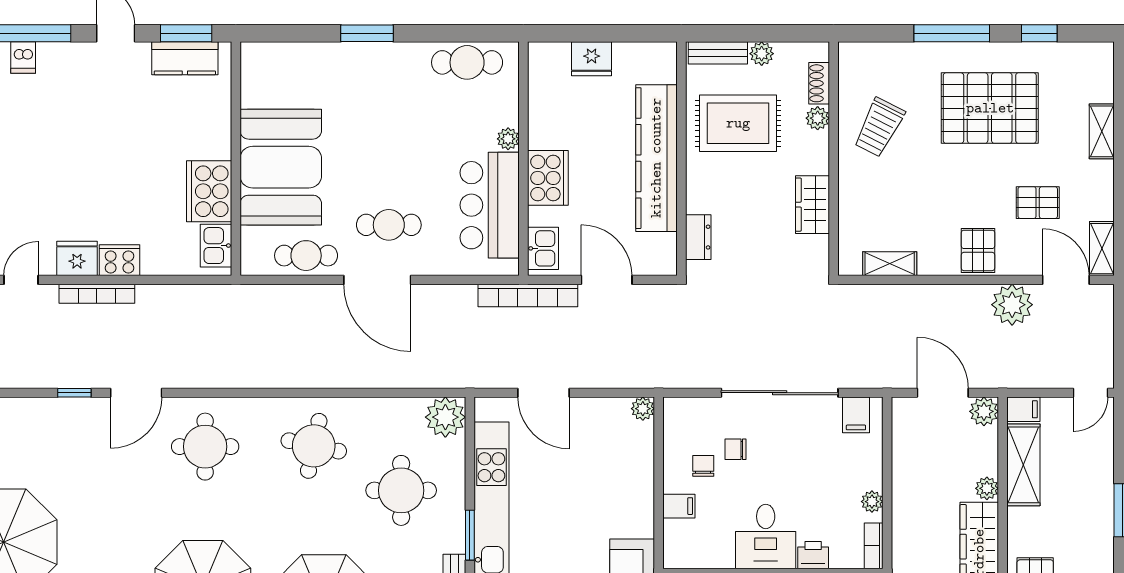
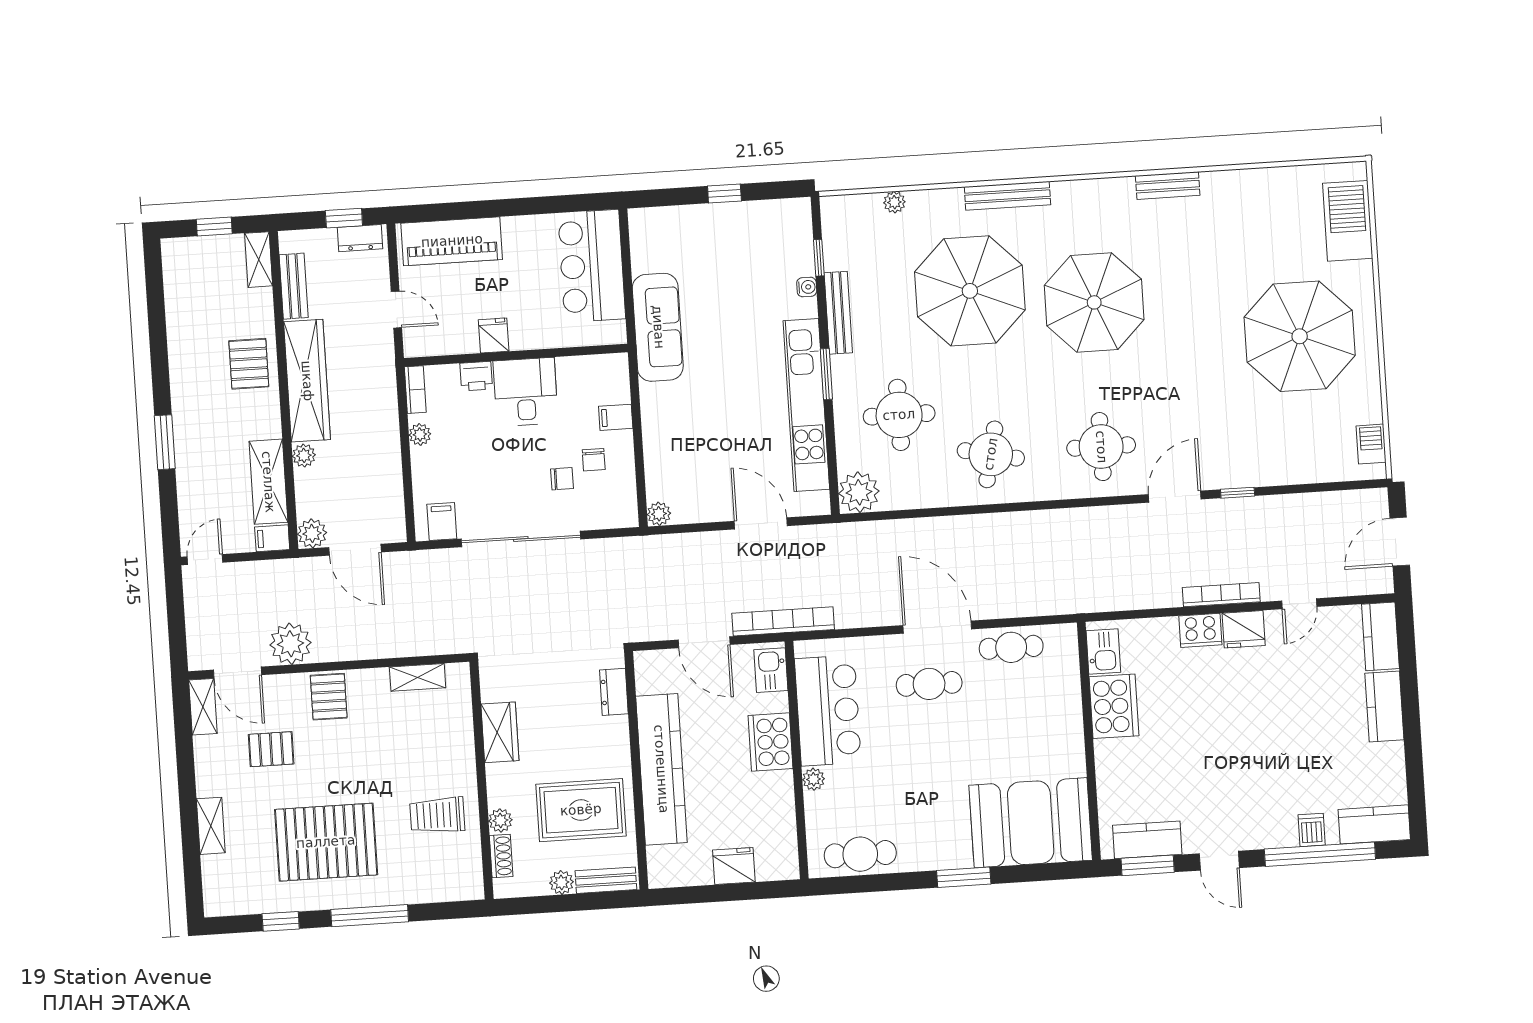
trolley: (879, 127) -> (437, 815), turned -117
booth: (281, 167) -> (1031, 823), moved, turned 90

